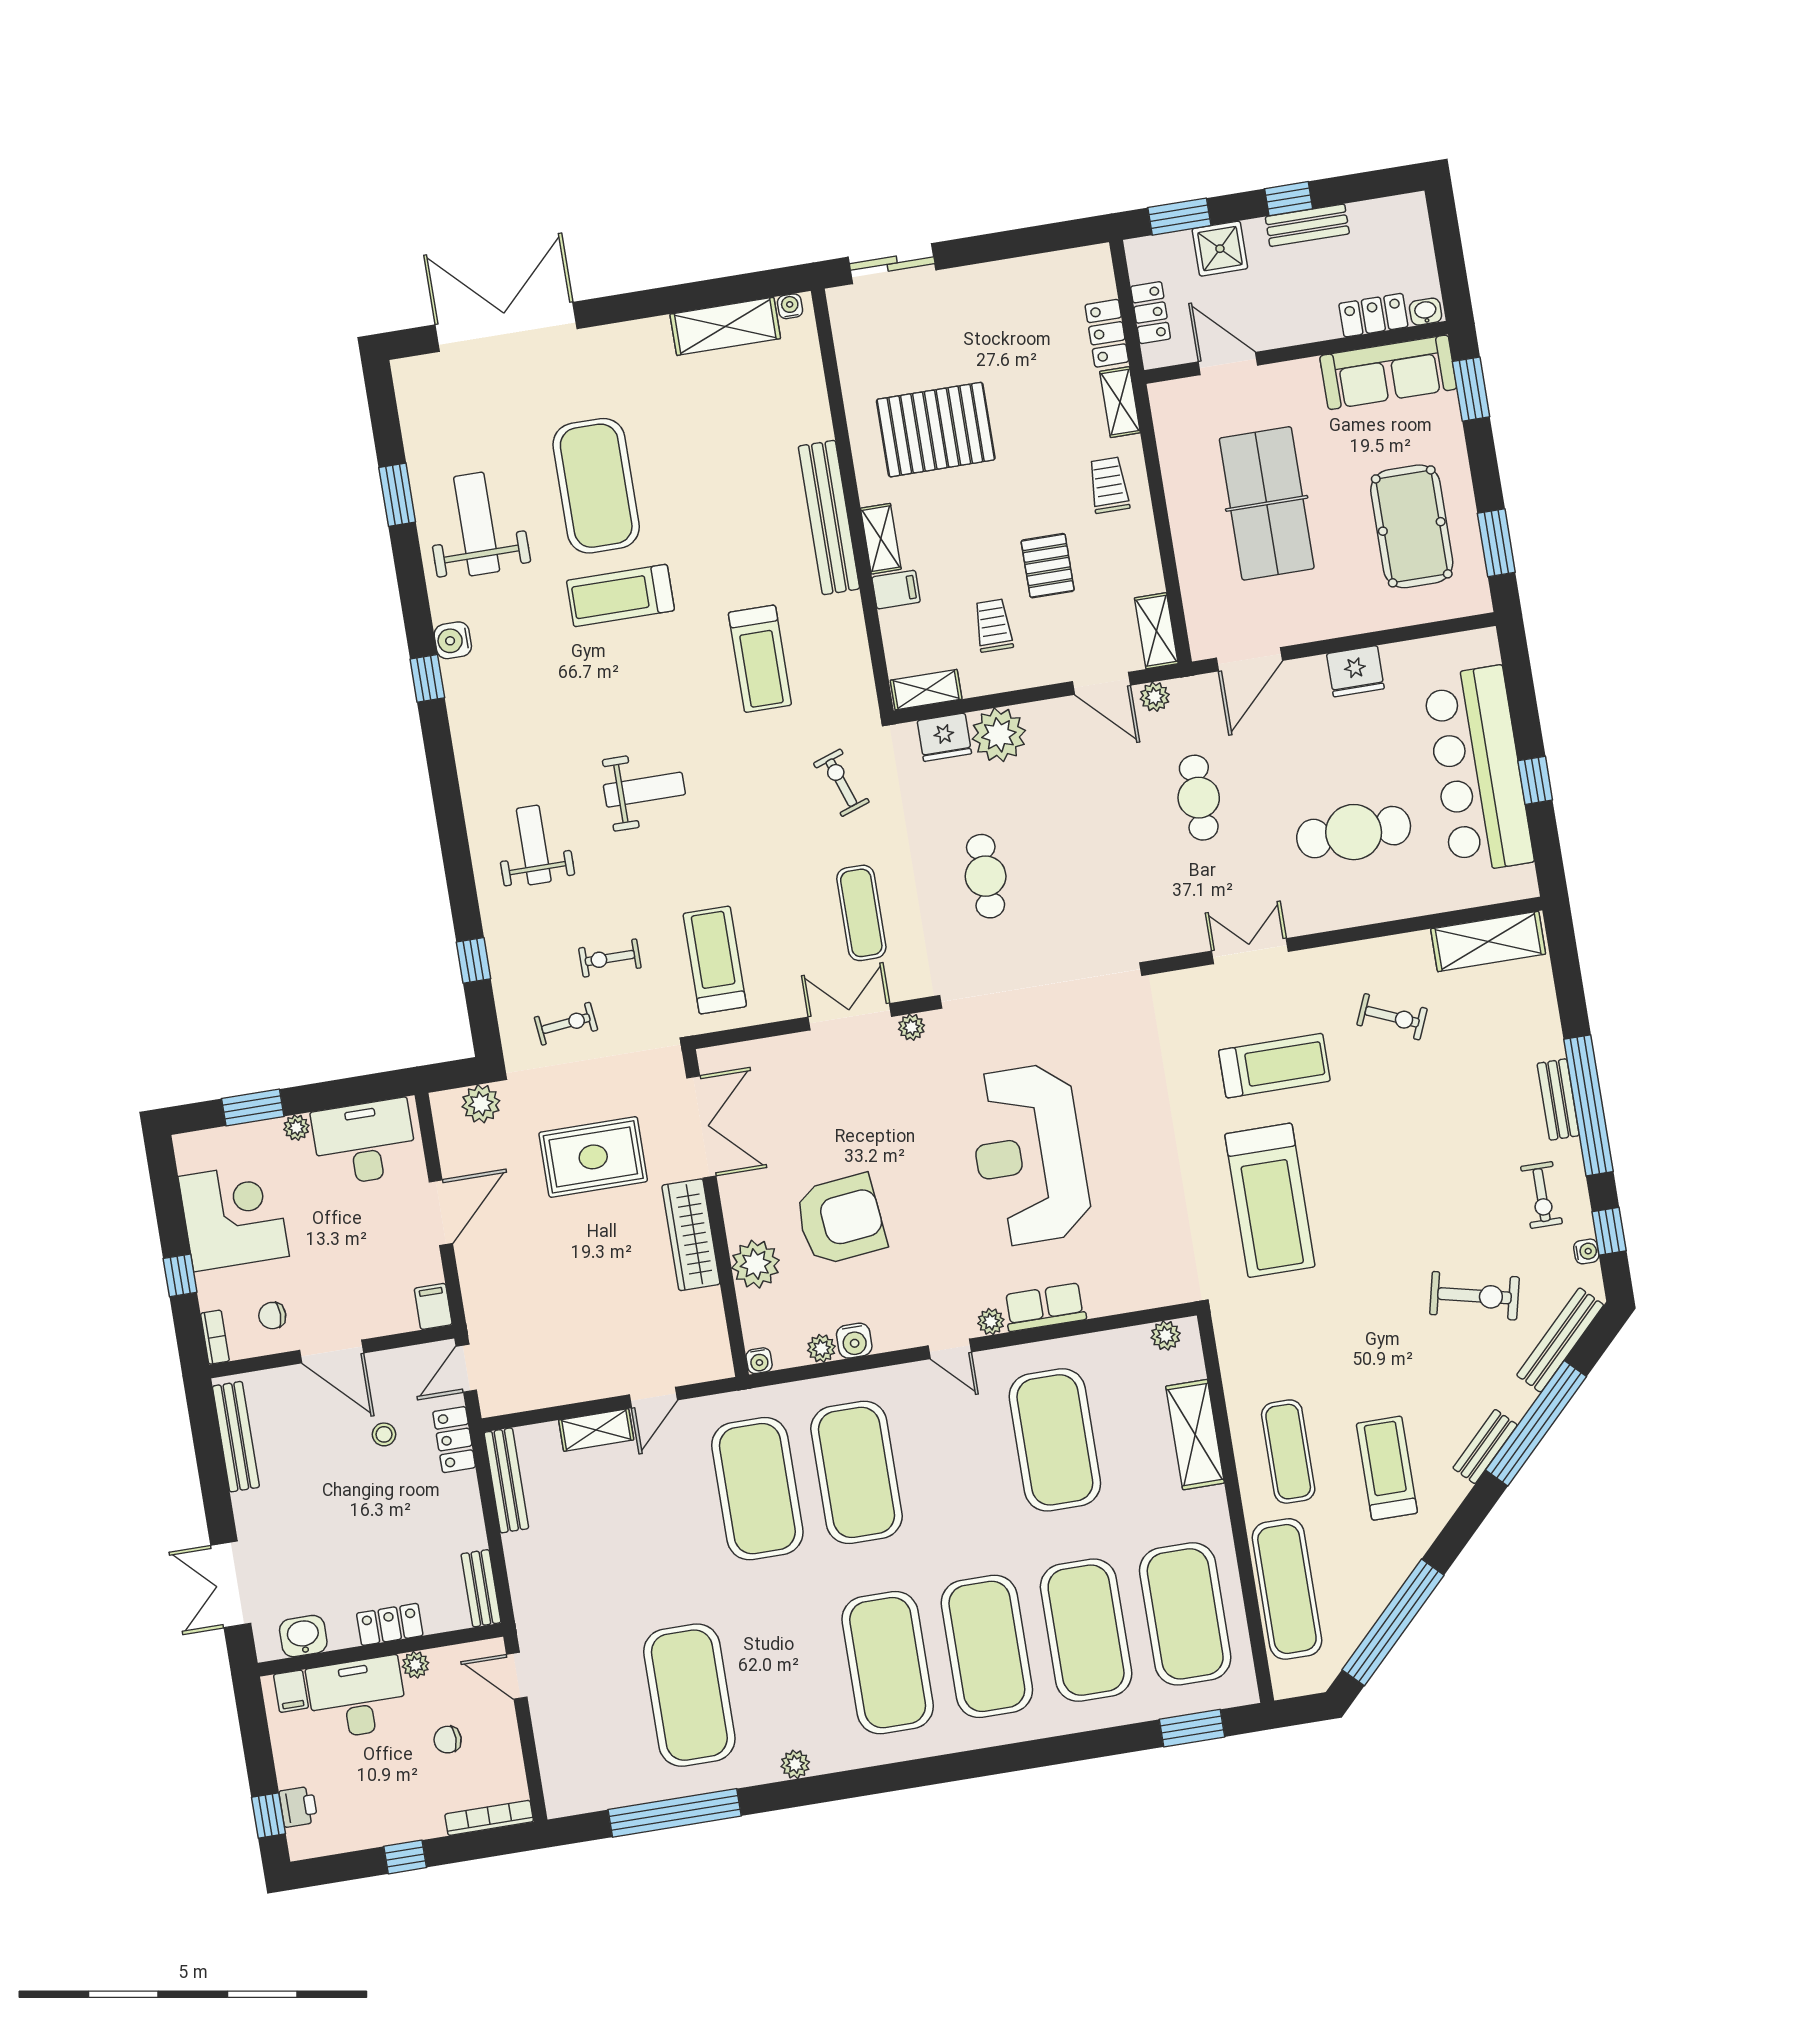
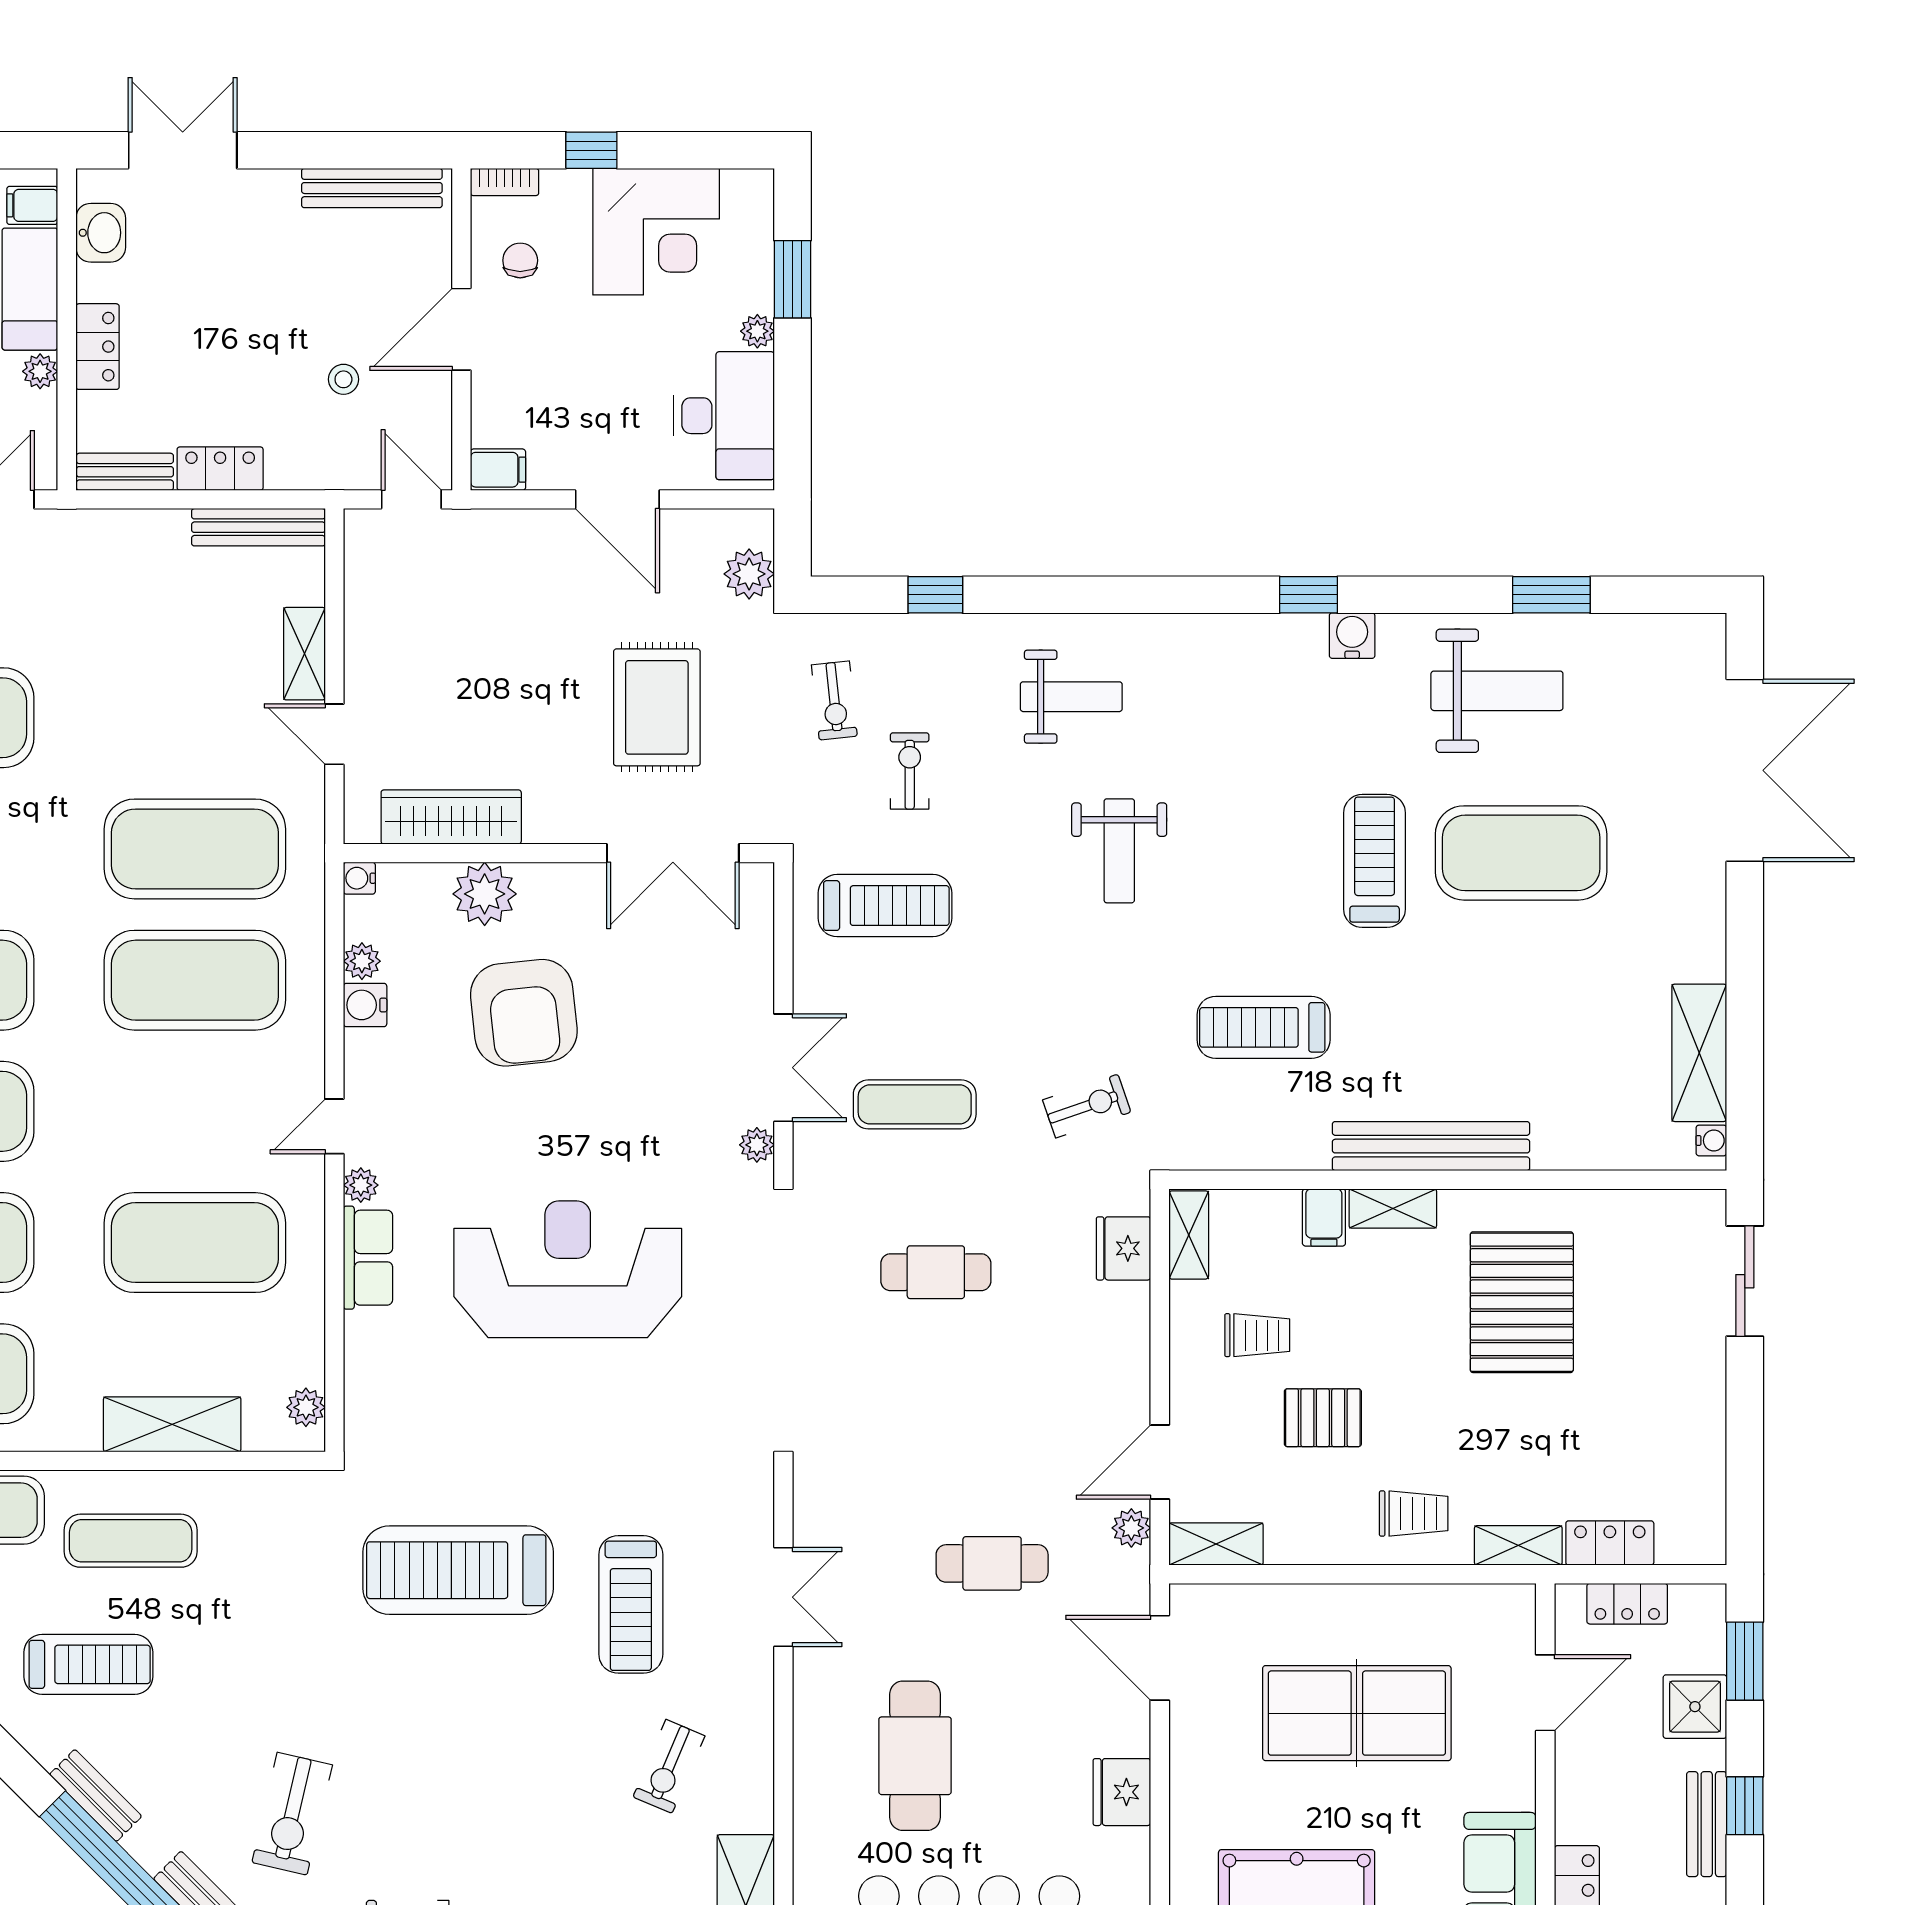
plant: (999, 735) -> (1115, 1319), removed
wardrobe: (691, 1235) -> (451, 817), moved
locker: (454, 1440) -> (220, 469), moved

